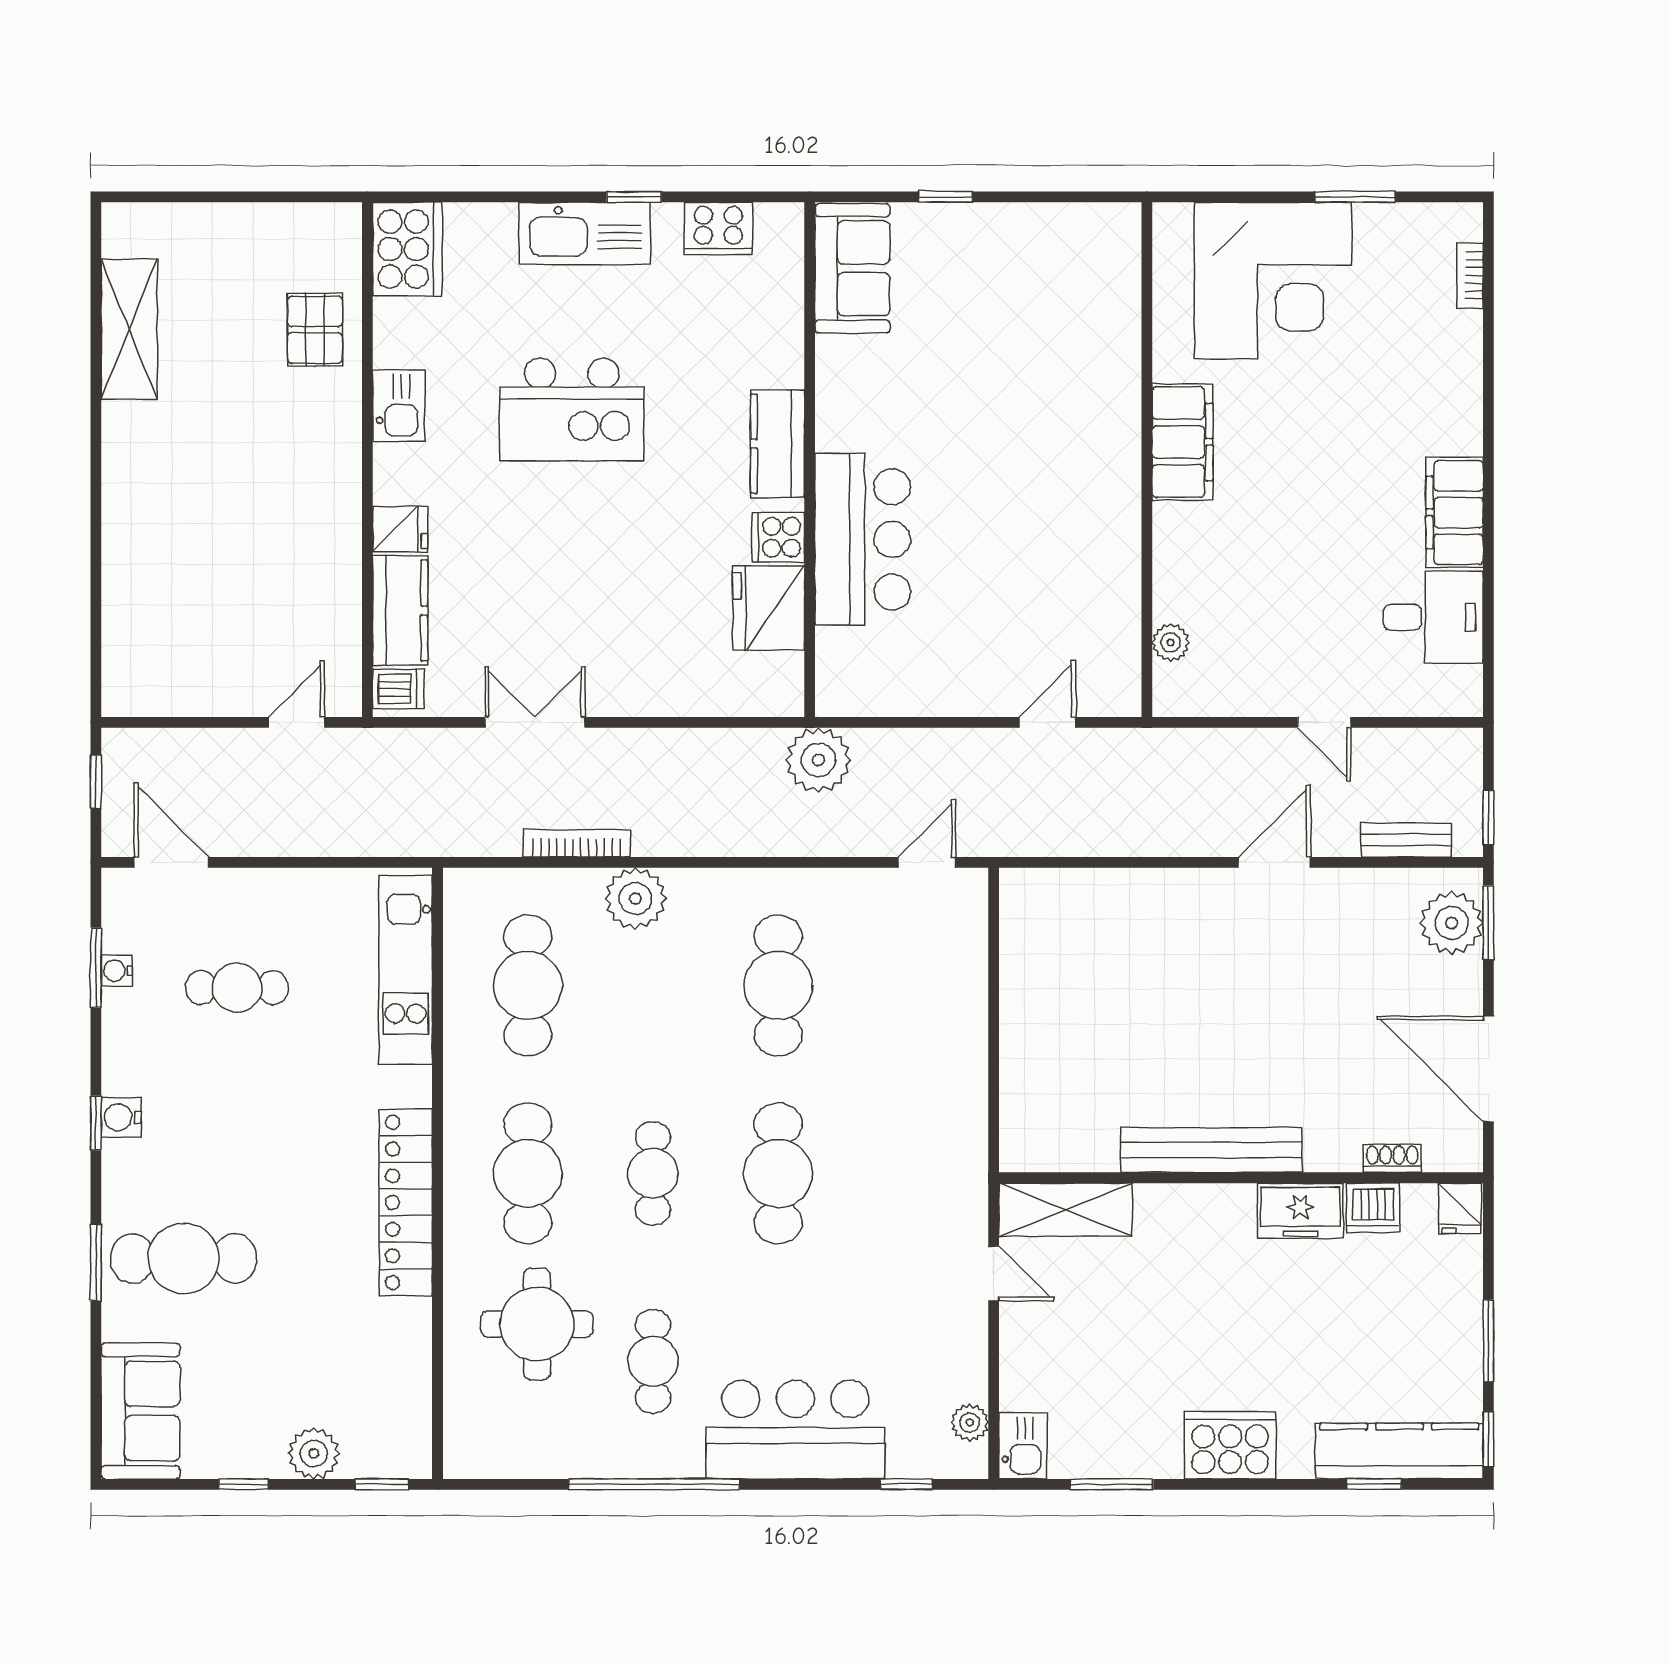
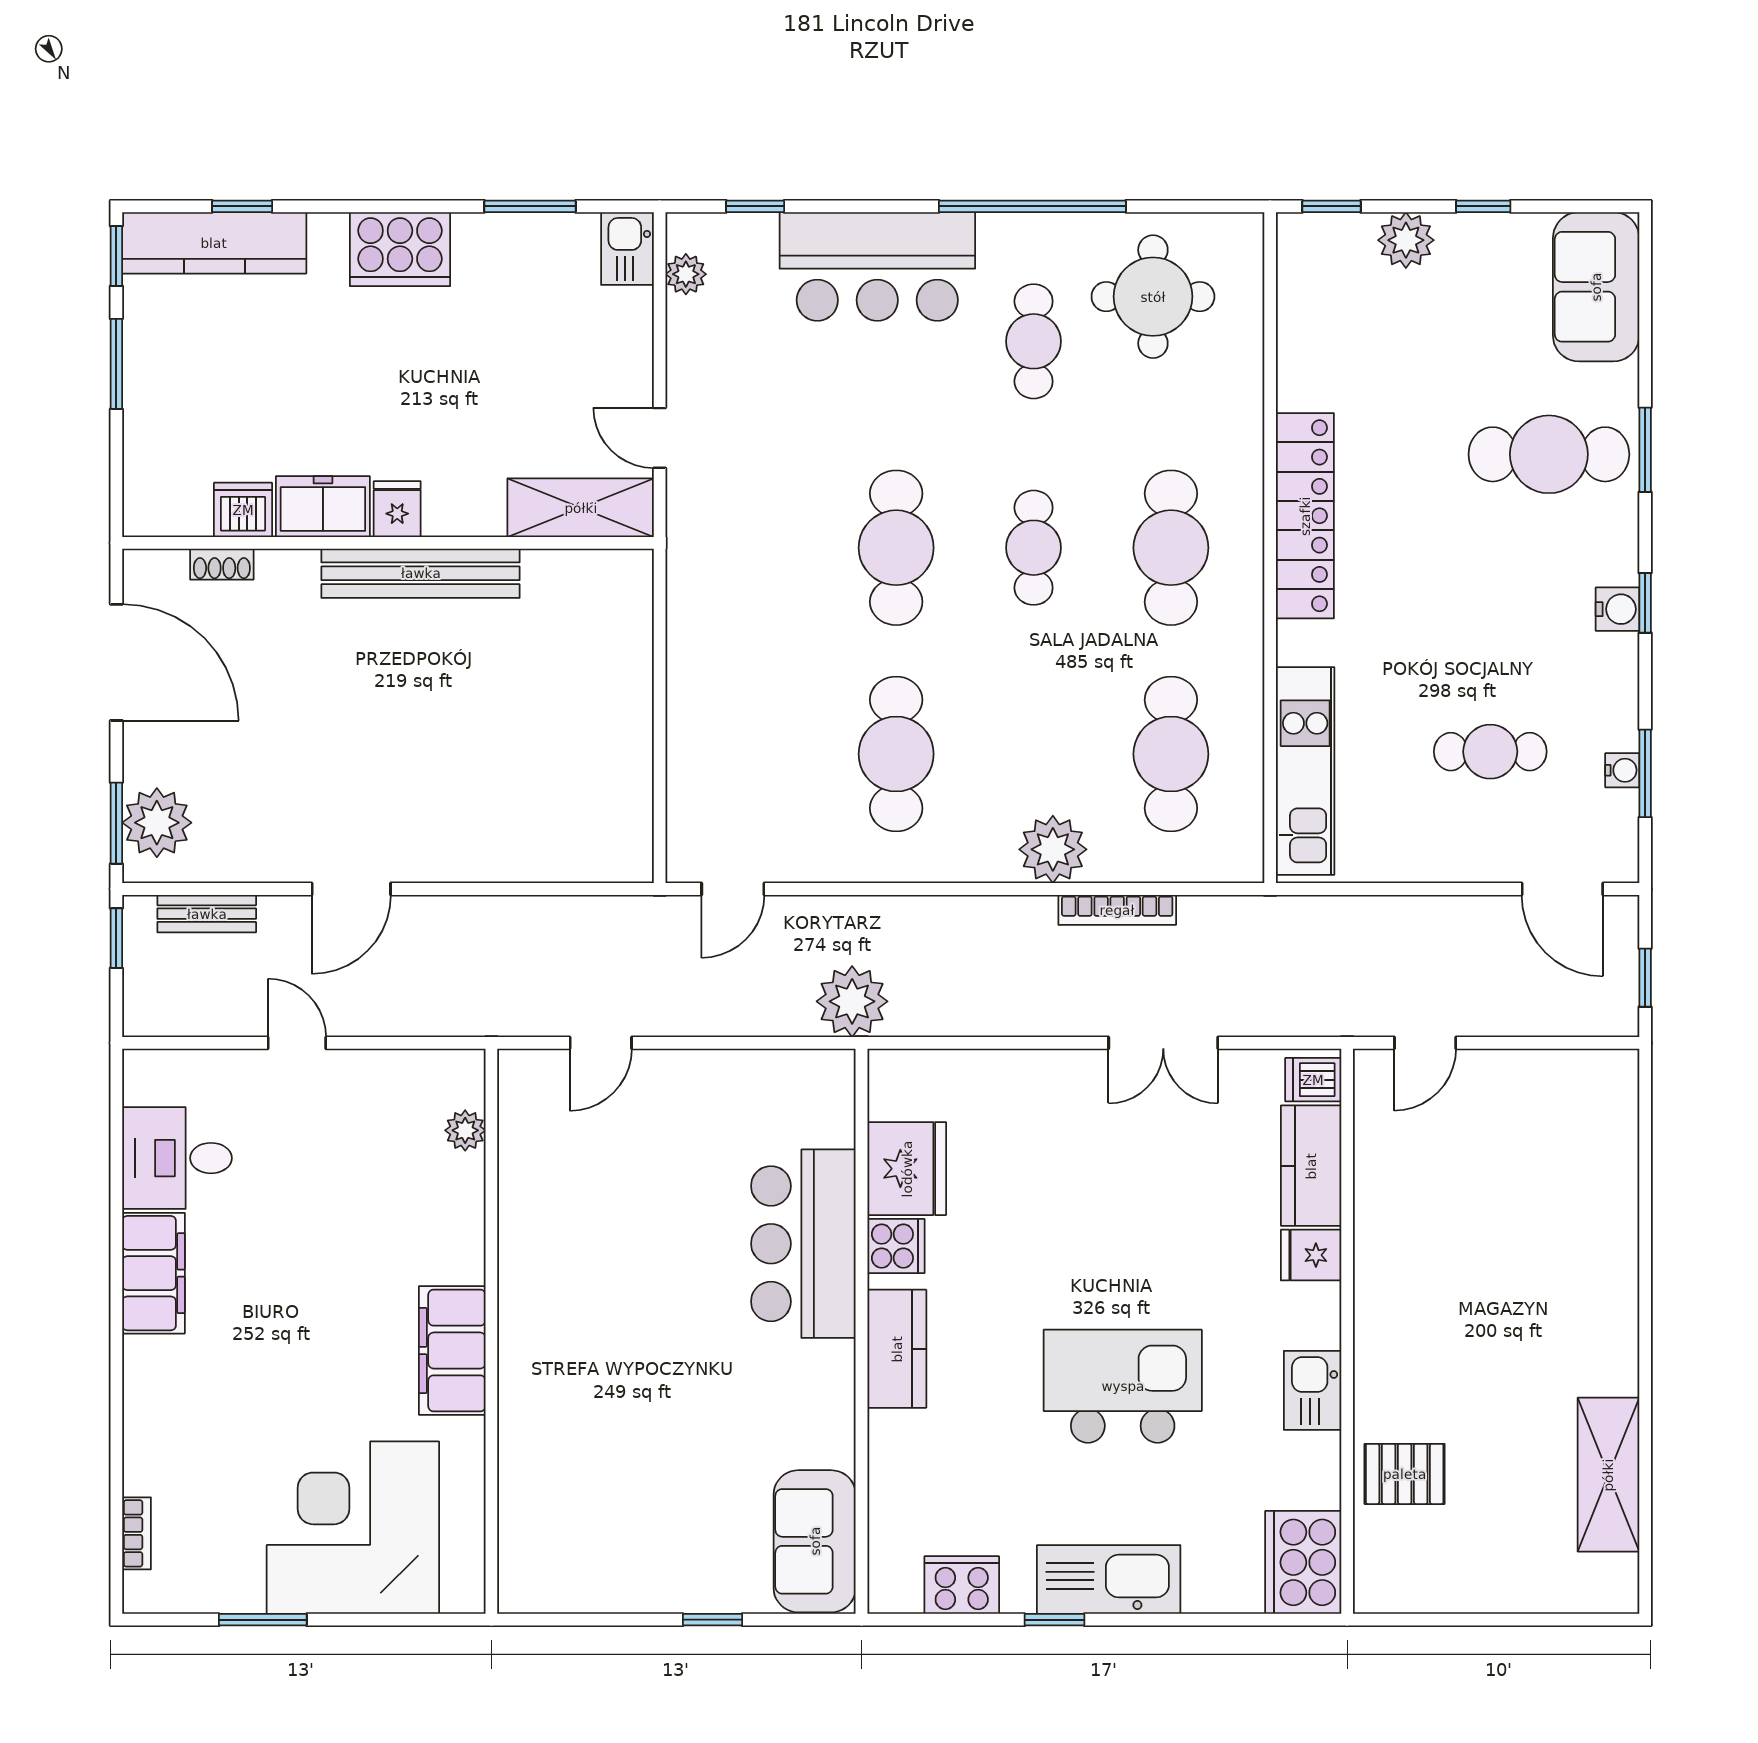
pallet: (315, 330) -> (1405, 1474), turned 90
fridge: (1460, 1208) -> (397, 509), moved
round table: (537, 1324) -> (1153, 297), moved

